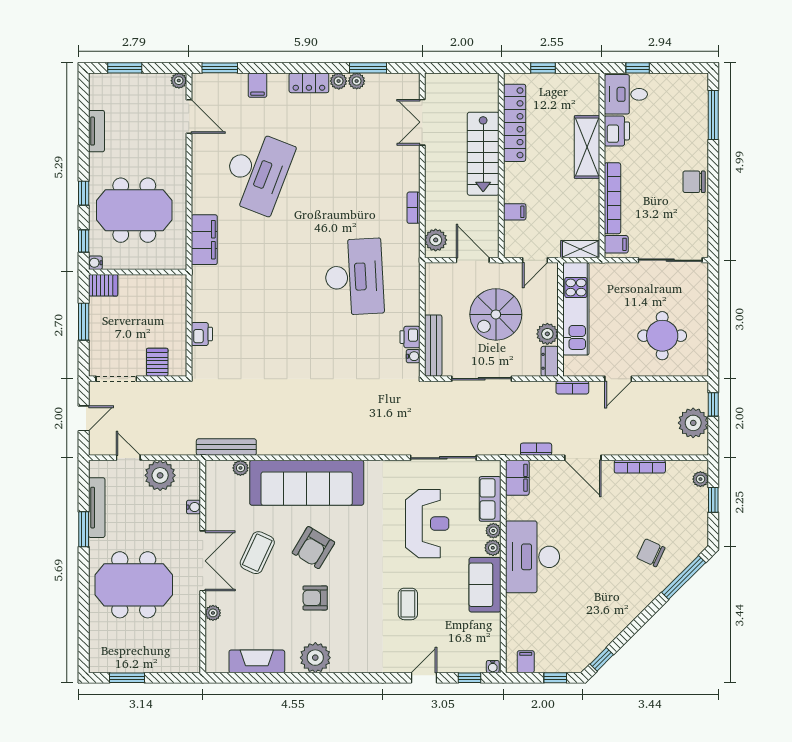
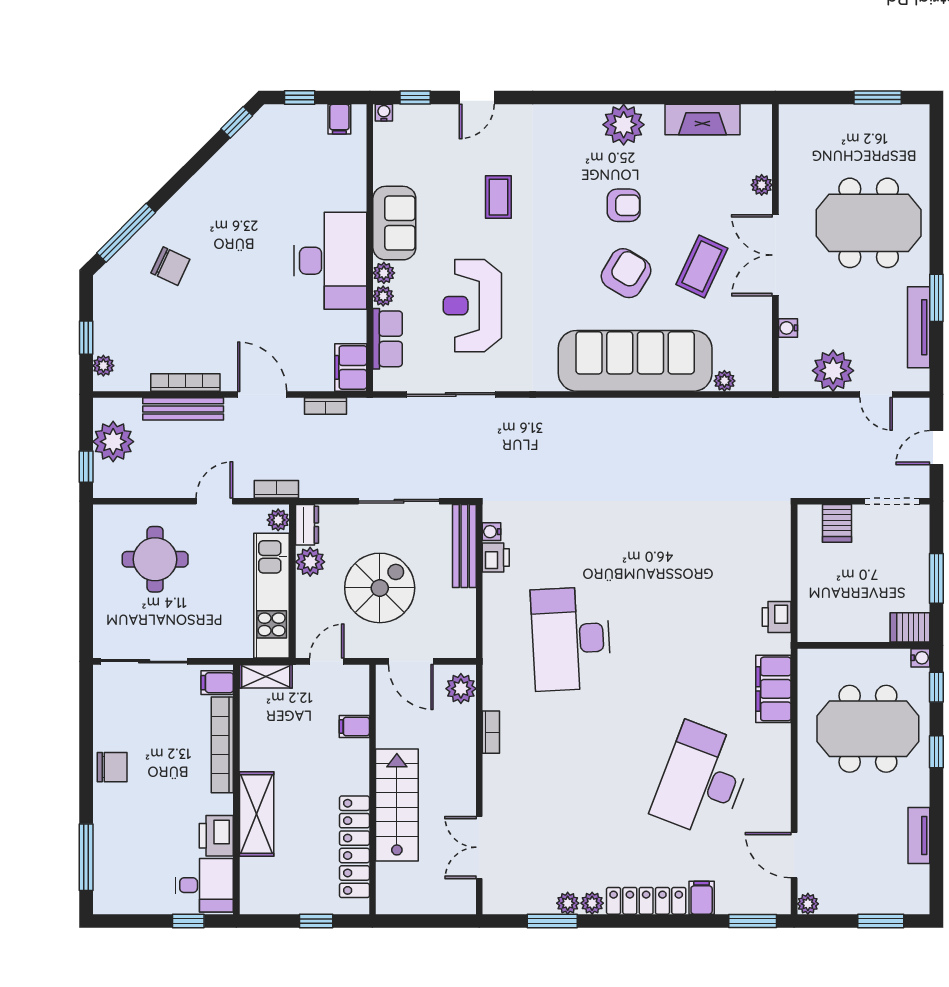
locker: (309, 83) -> (646, 901), width x1.53
double door: (422, 122) -> (479, 847), swing flipped
printer: (202, 334) -> (777, 617), moved
plant: (571, 365) -> (278, 520), added
bench: (226, 447) -> (183, 409), moved

